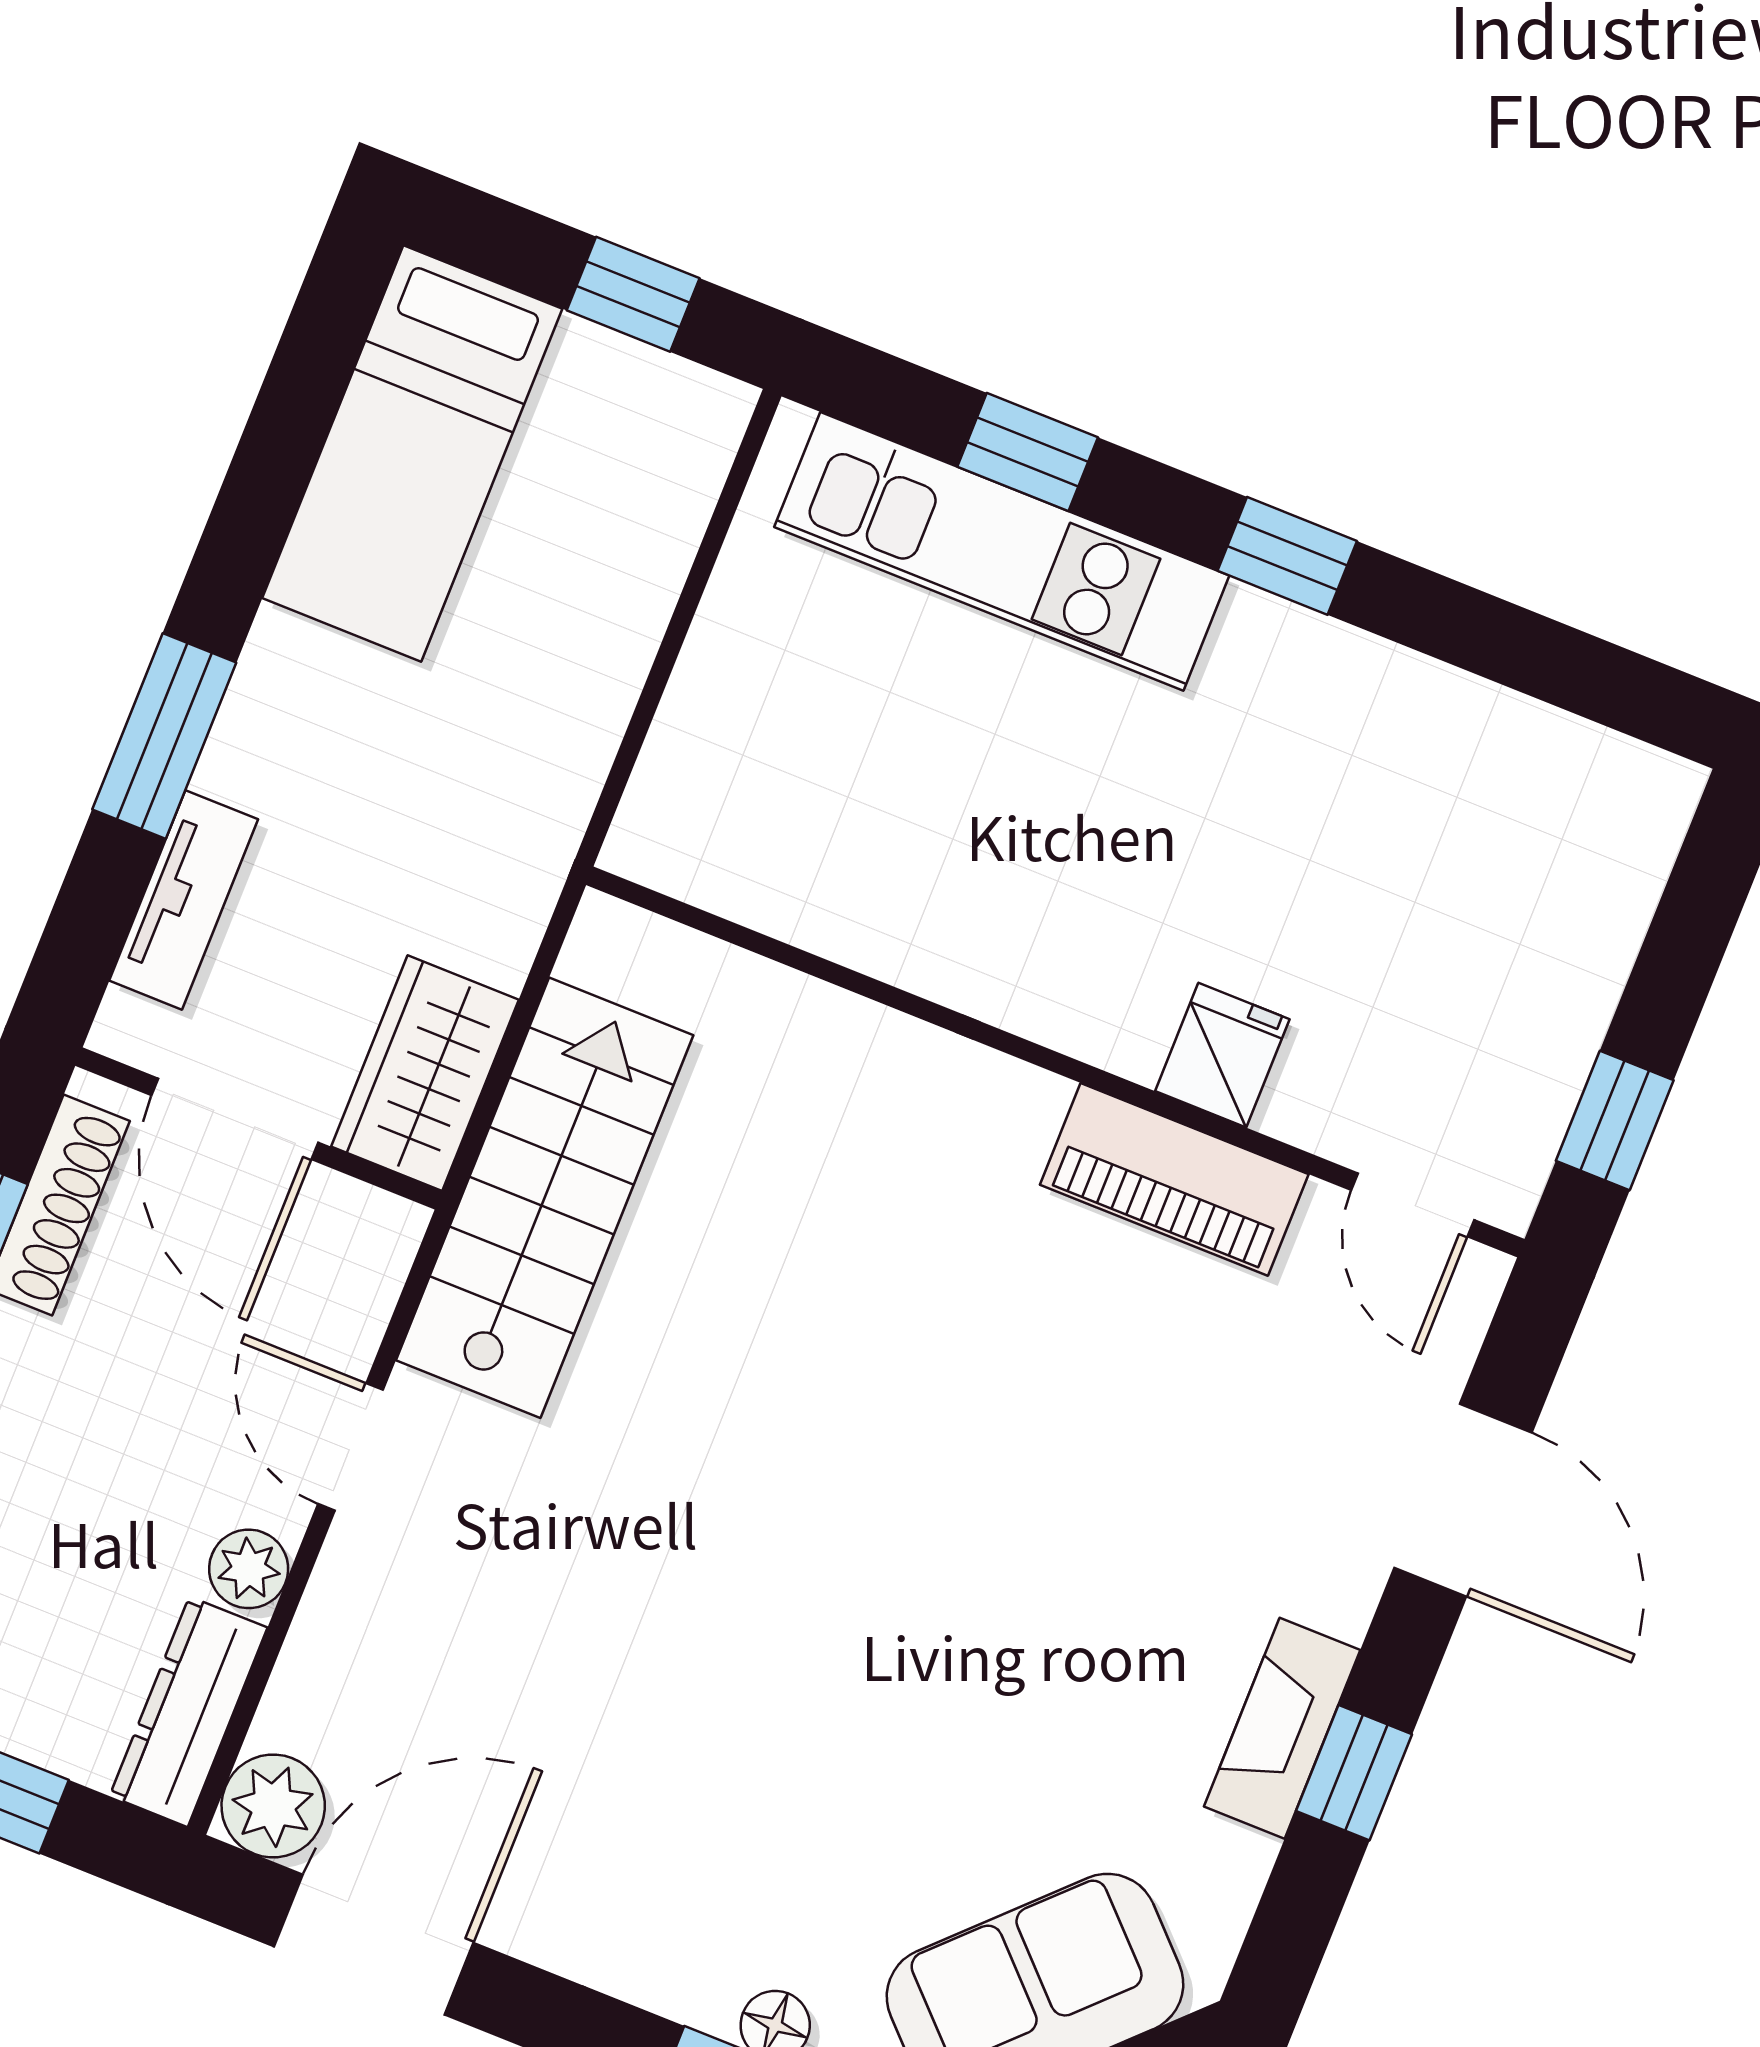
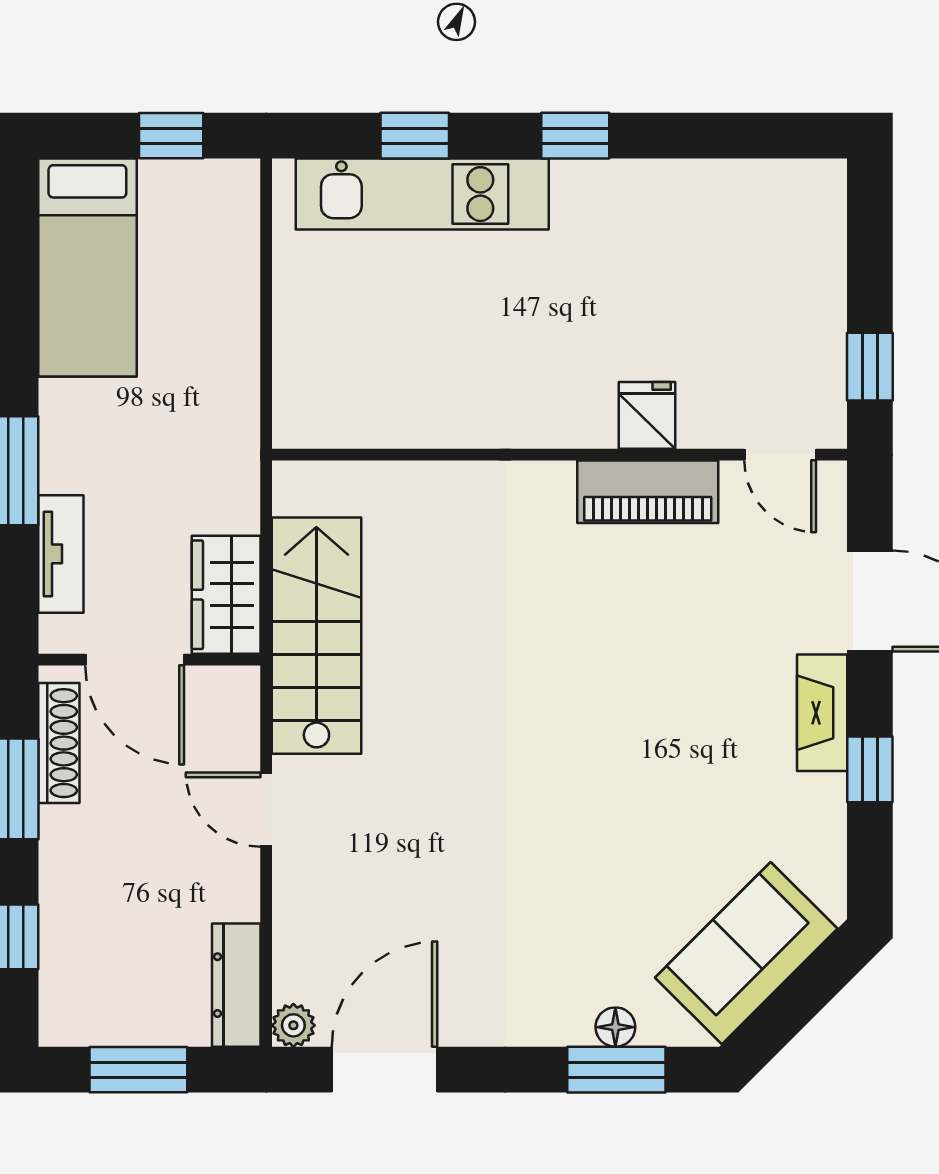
plant: (249, 1569) -> (238, 896), removed
fireplace: (1282, 1728) -> (822, 713), moved
plant: (273, 1806) -> (293, 1025), width x0.73, depth x0.73

